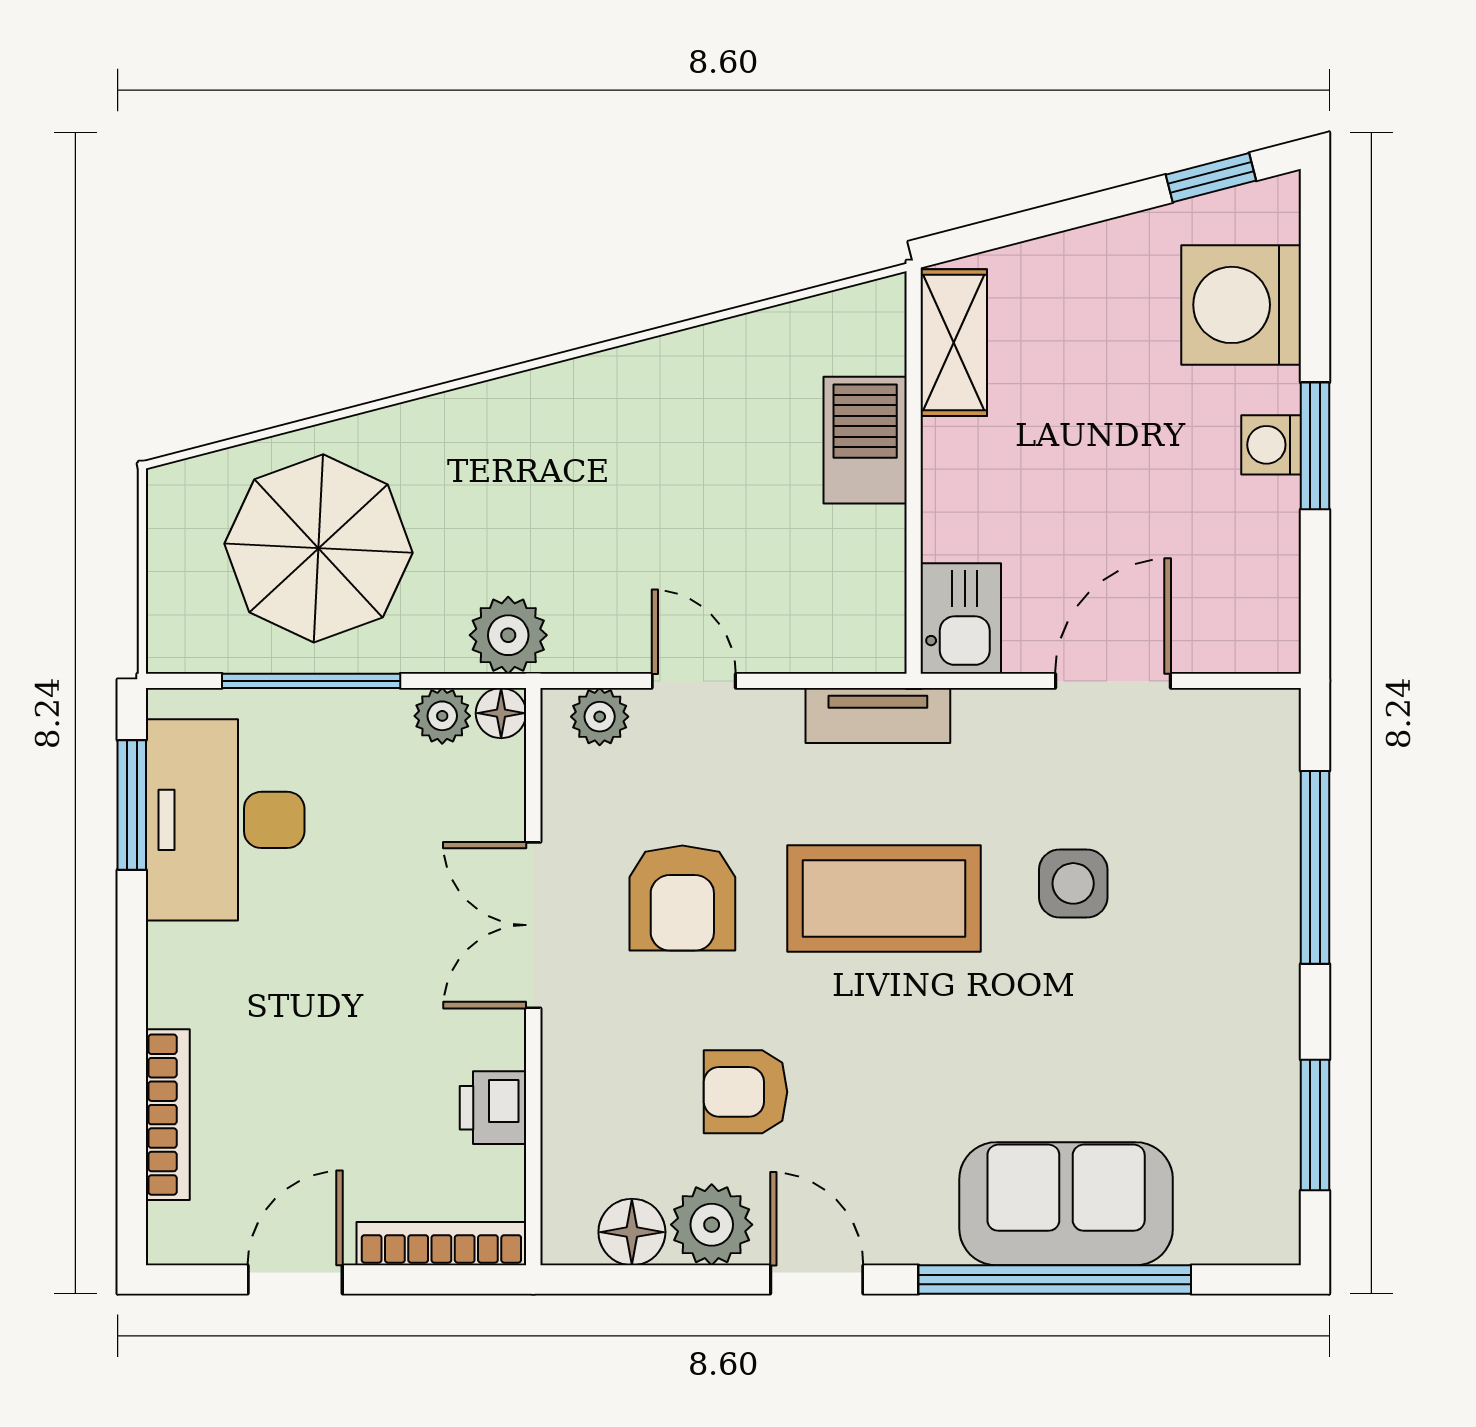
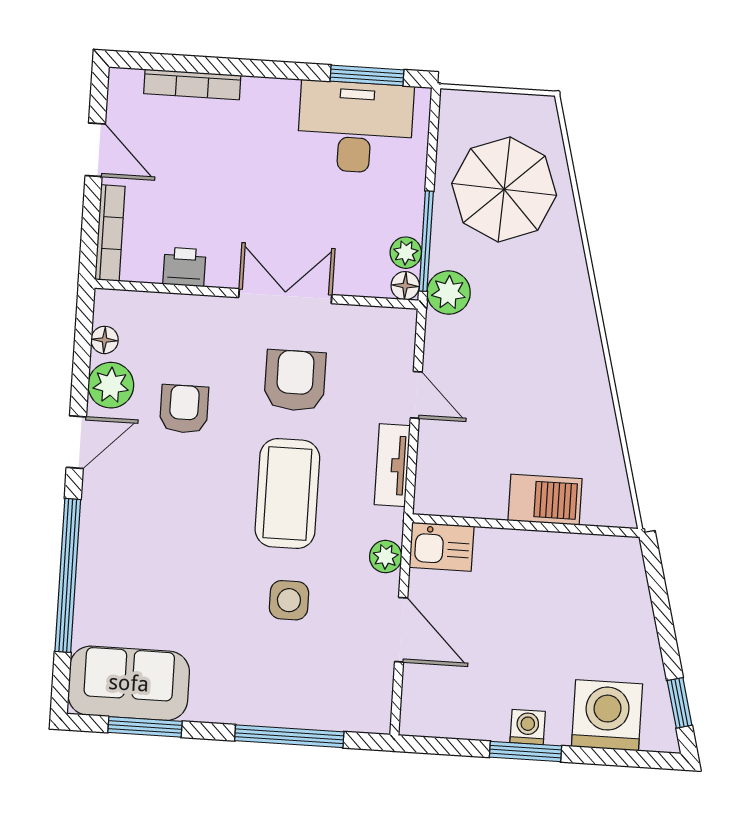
shelving: (954, 343) -> (596, 553), removed
window: (311, 681) -> (426, 241), moved
door: (694, 681) -> (416, 395), hinge flipped
tv unit: (878, 715) -> (392, 465), moved
plant: (600, 717) -> (386, 557), moved
armchair: (682, 898) -> (295, 381), turned 90
sofa: (1066, 1204) -> (129, 683), moved, turned -90
floor lamp: (632, 1232) -> (105, 340), width x0.73, depth x0.73

